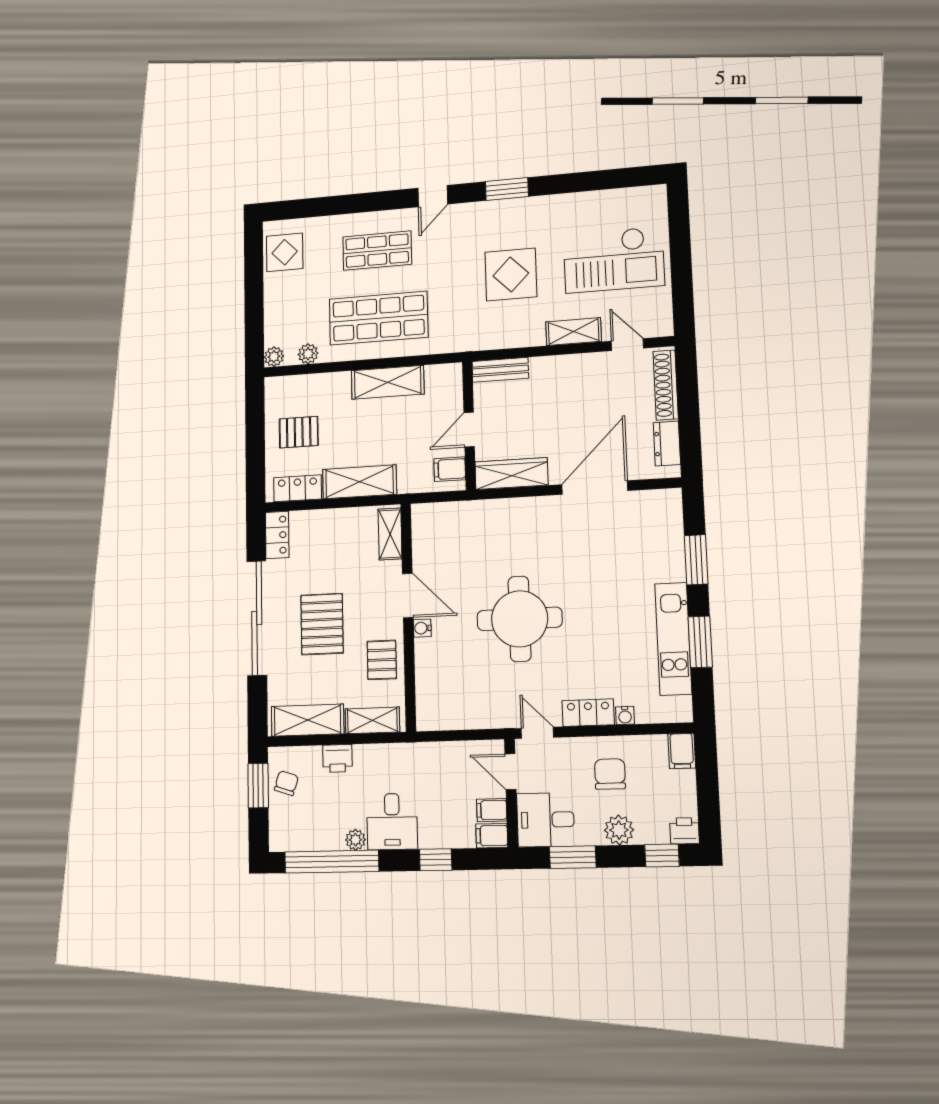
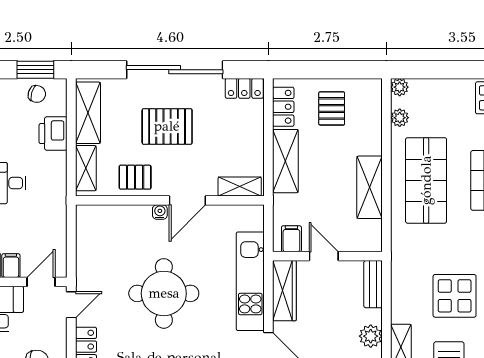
plant: (562, 368) -> (371, 336), added
kitchen unit: (501, 515) -> (250, 281), added
printer: (337, 758) -> (53, 134), width x1.36, depth x1.24

